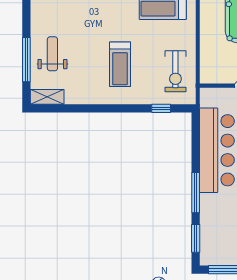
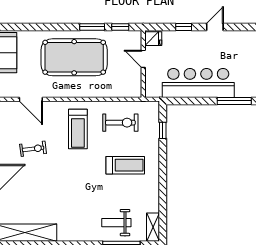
exercise bike: (175, 71) -> (120, 123), moved

